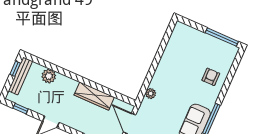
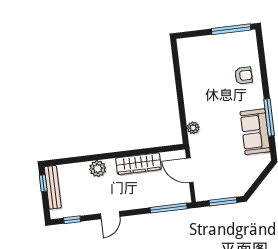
plant: (49, 76) -> (98, 169), moved
armchair: (211, 77) -> (244, 76), turned 90

